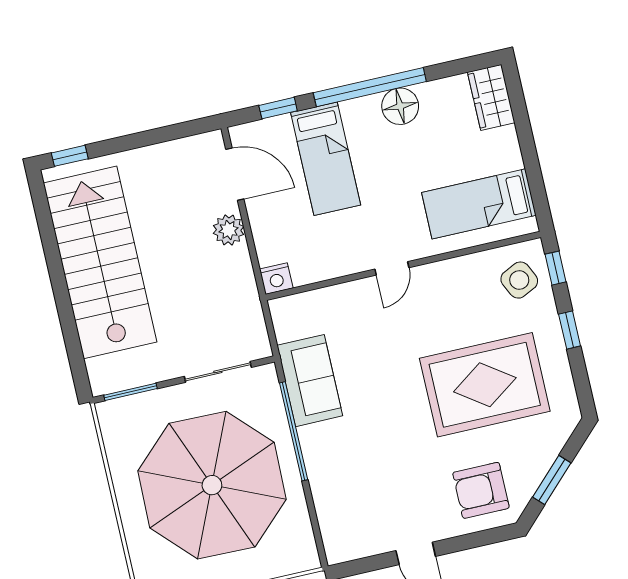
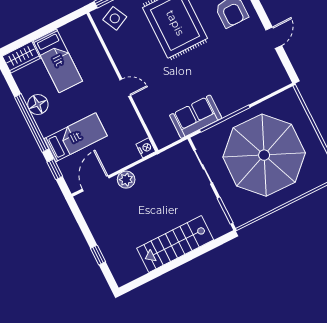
window: (70, 156) -> (98, 255), moved
bed: (479, 204) -> (58, 61), moved
stairs: (100, 262) -> (175, 244), width x0.73, depth x0.66

